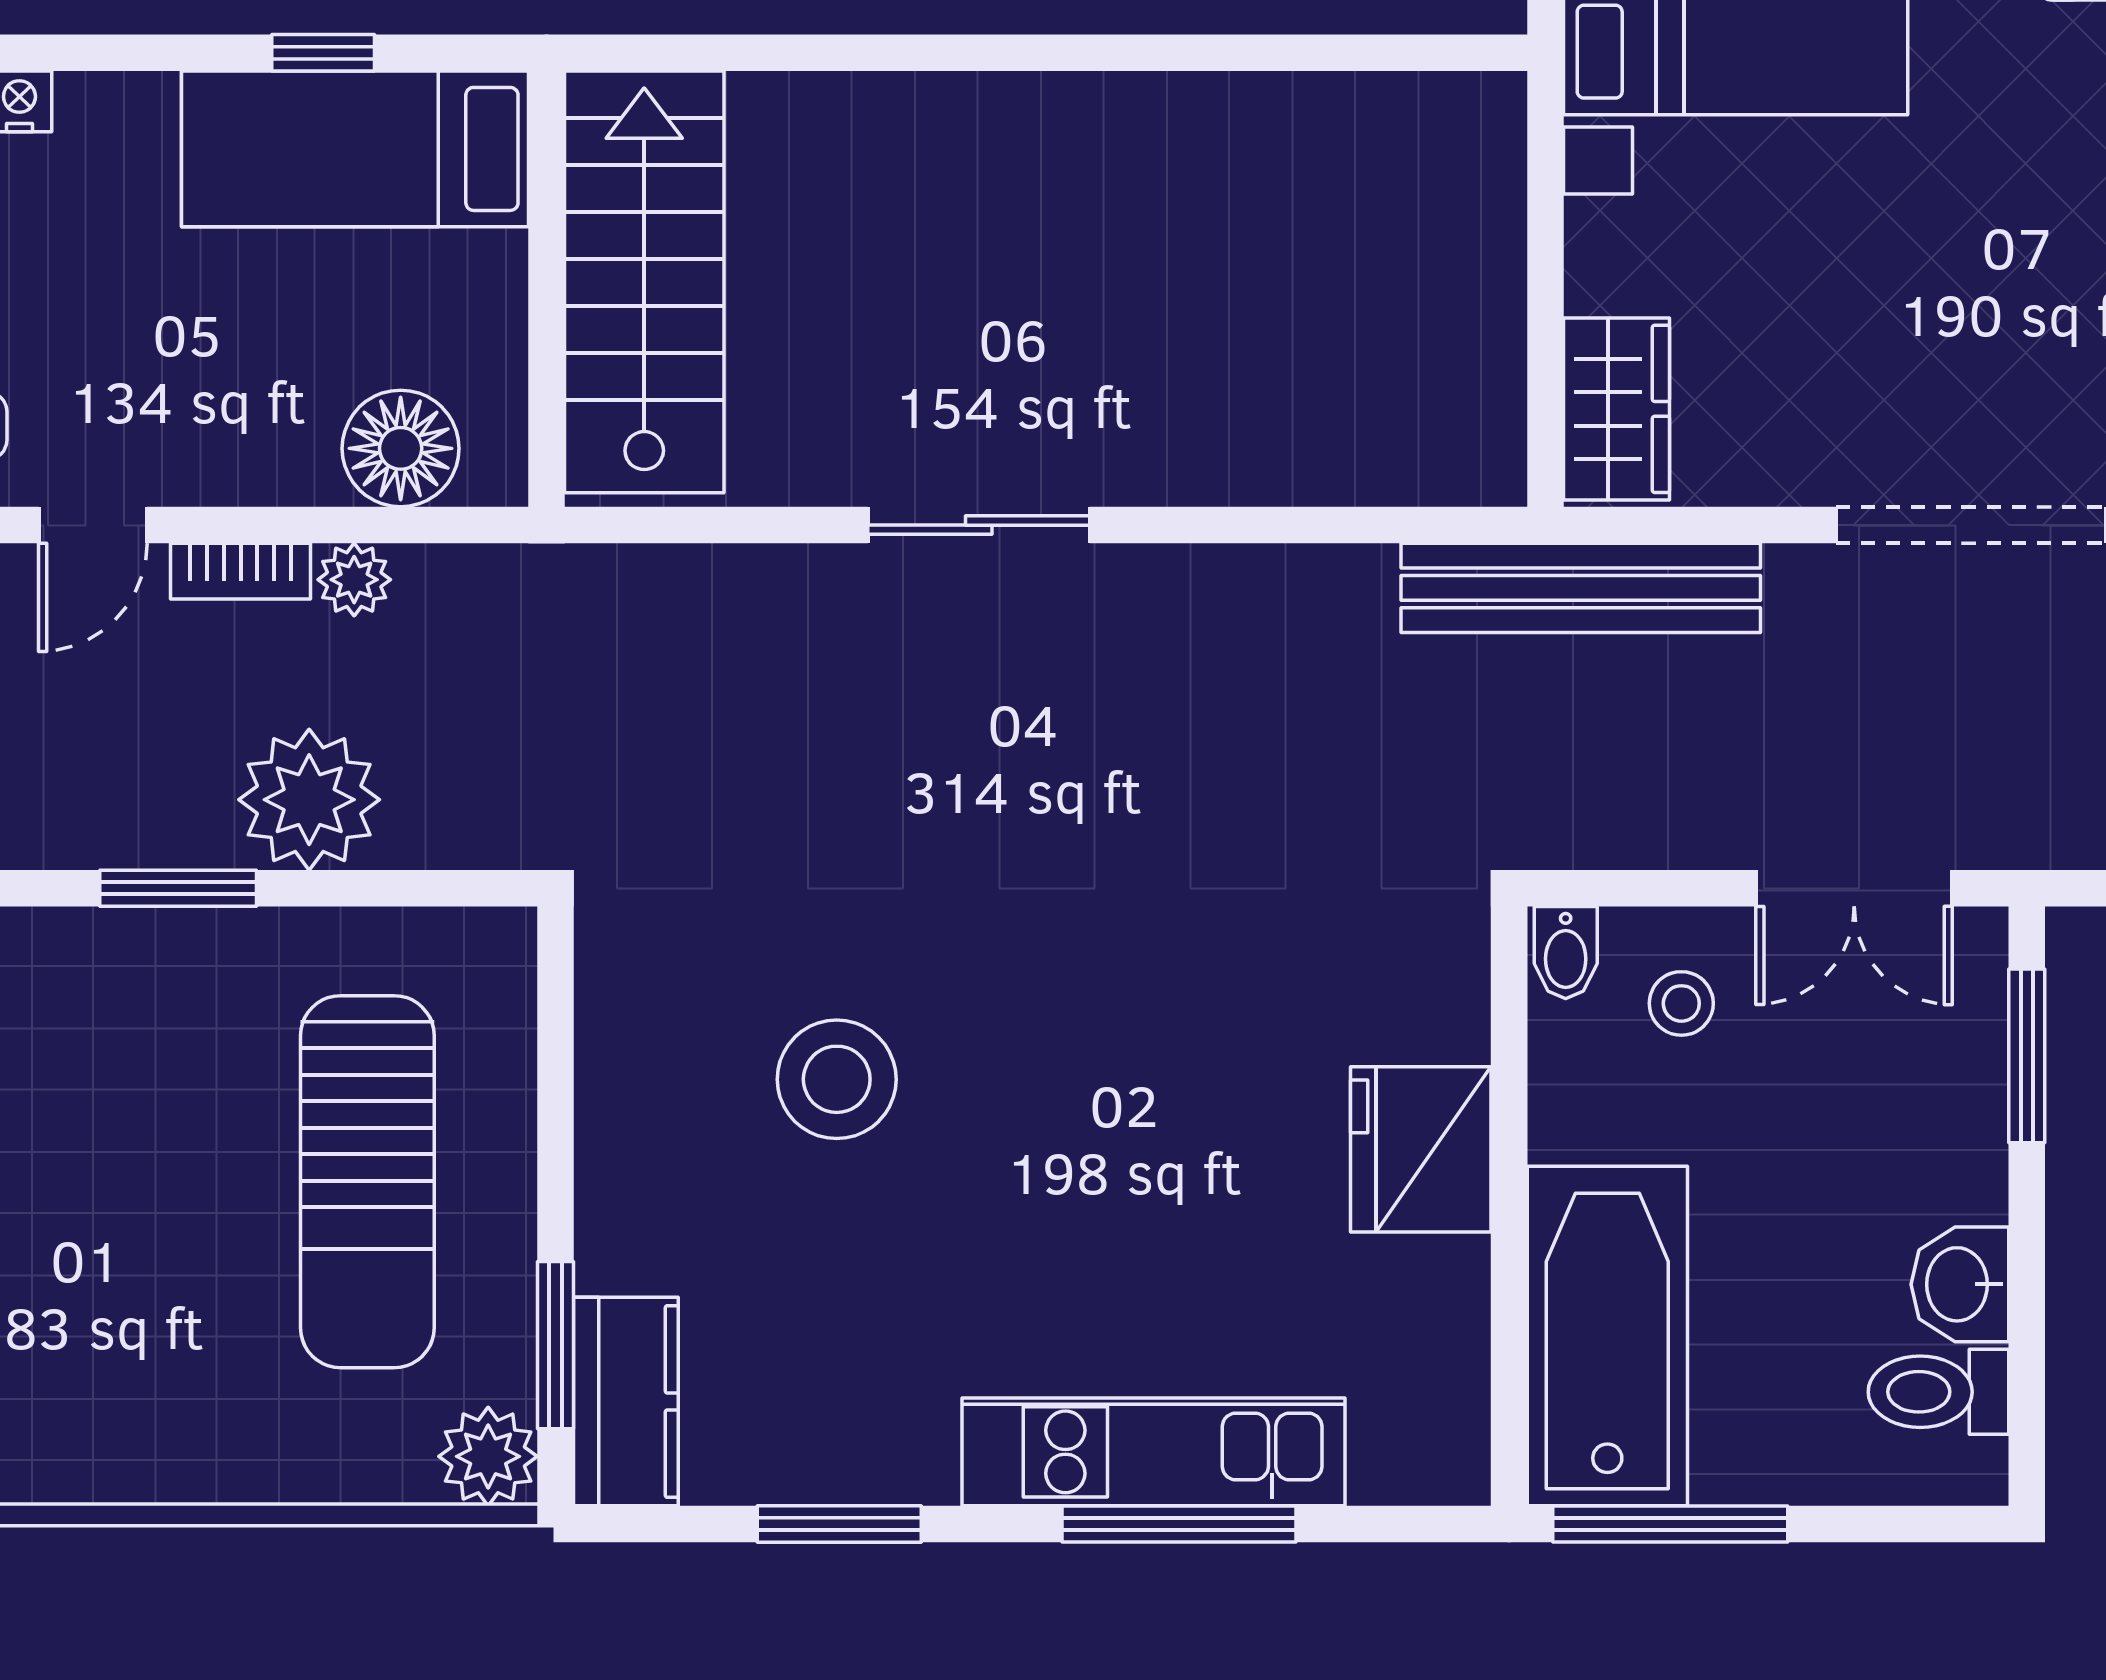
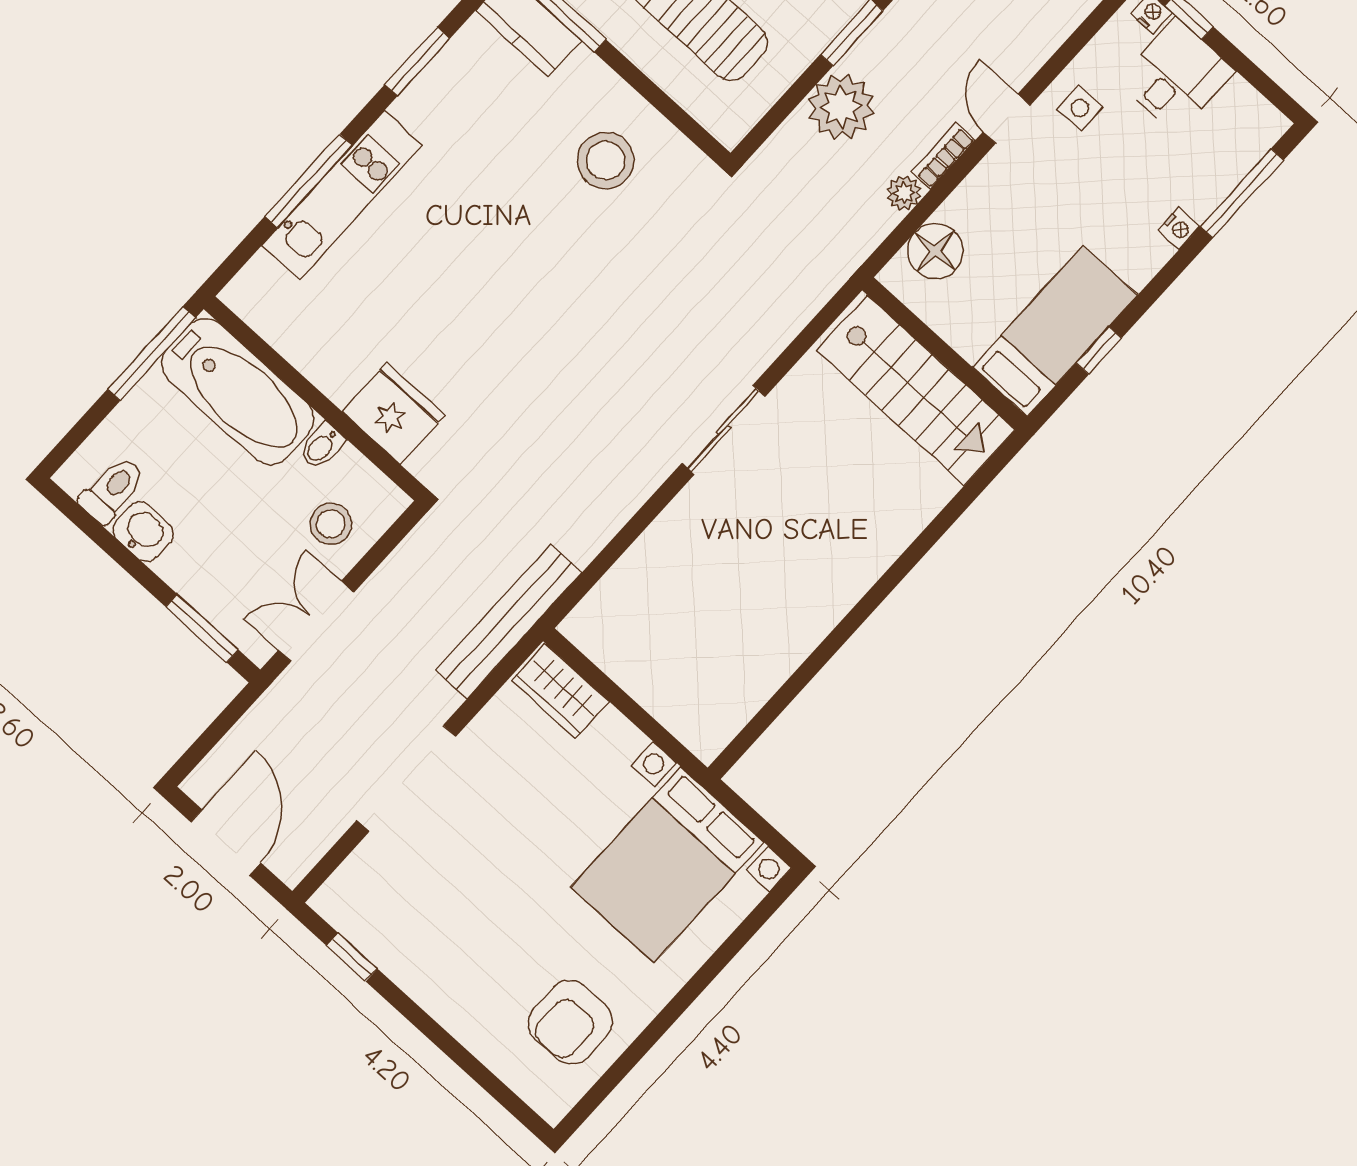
bidet: (1566, 953) -> (322, 446), moved, turned -90
stool: (1681, 1003) -> (331, 524), width x1.37, depth x1.37
stool: (837, 1079) -> (606, 161), moved
fridge: (1421, 1149) -> (394, 414), moved

